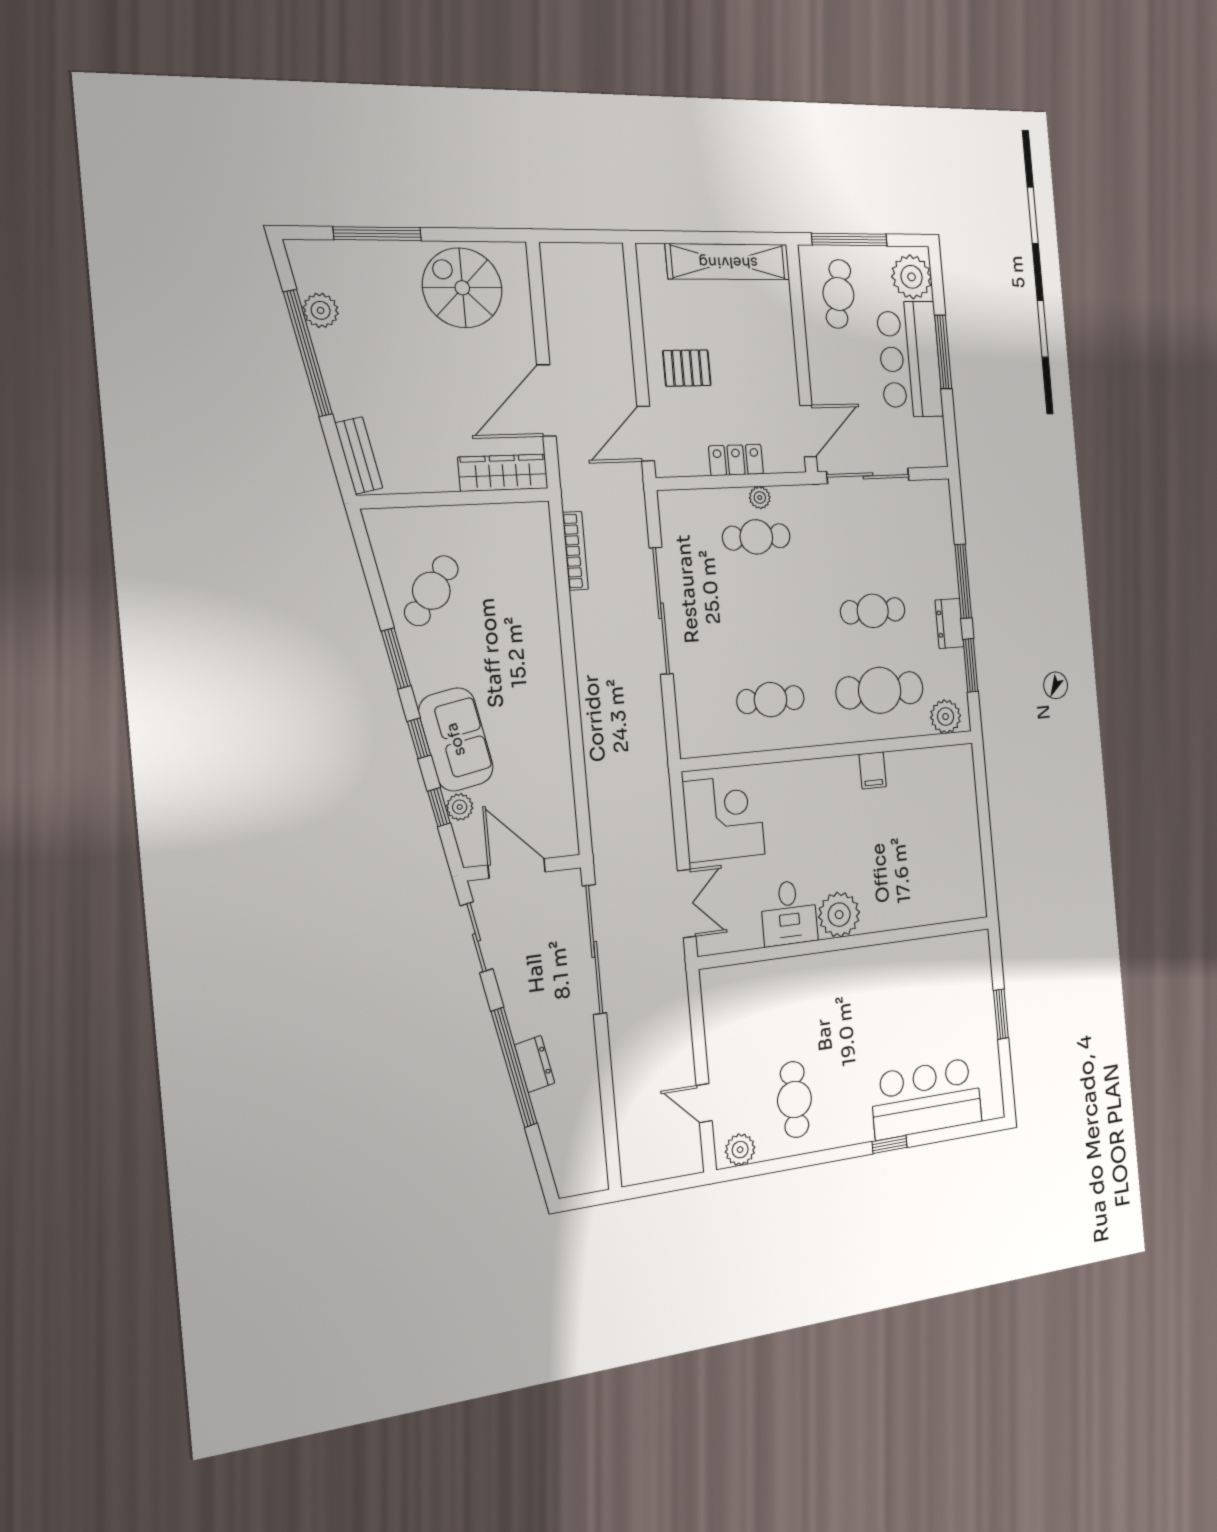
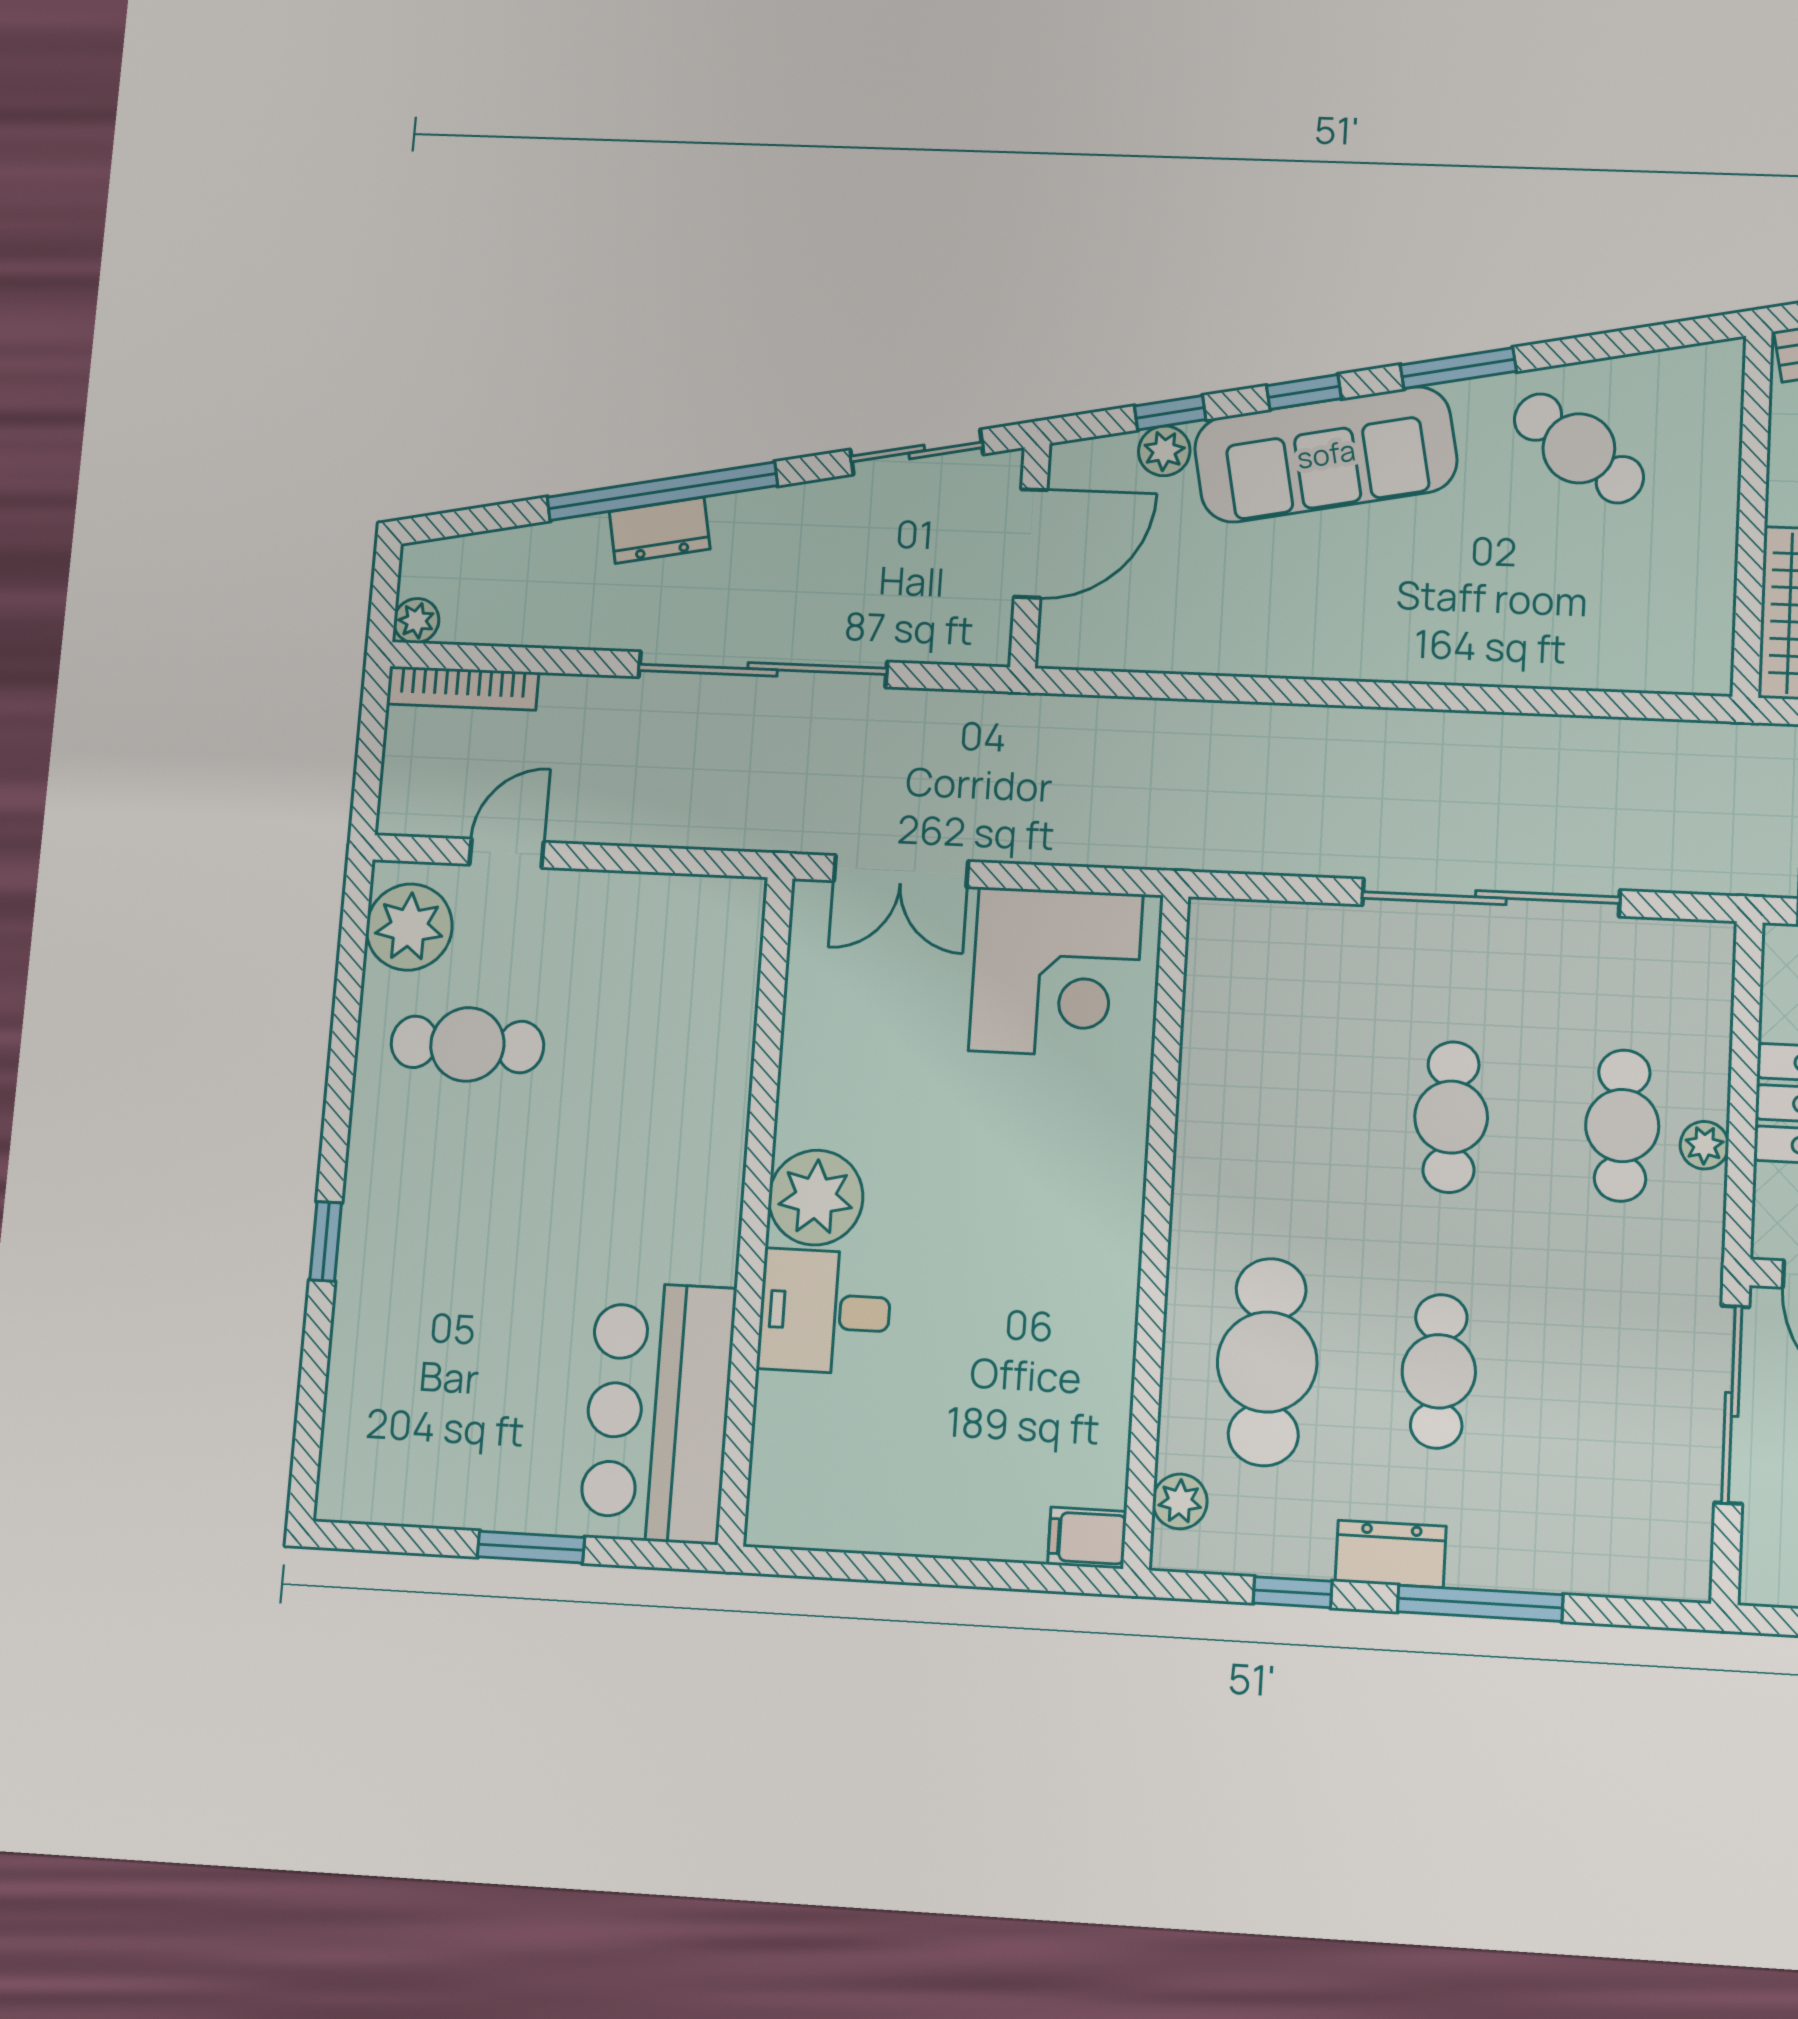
bookcase: (575, 551) -> (463, 688), moved
window: (971, 665) -> (1293, 1592), width x0.67
cafe table: (771, 700) -> (1451, 1117), moved
plant: (946, 717) -> (1180, 1501), width x0.73, depth x0.73
sofa: (456, 739) -> (1326, 454), width x1.36
filing cabinet: (873, 770) -> (1087, 1538), moved
desk: (789, 913) -> (825, 1312), moved
sliding door: (594, 949) -> (763, 669), moved
bar counter: (926, 1098) -> (658, 1412), moved, turned 180
plant: (740, 1150) -> (409, 927), width x1.36, depth x1.36
plant: (597, 1180) -> (416, 621), added

